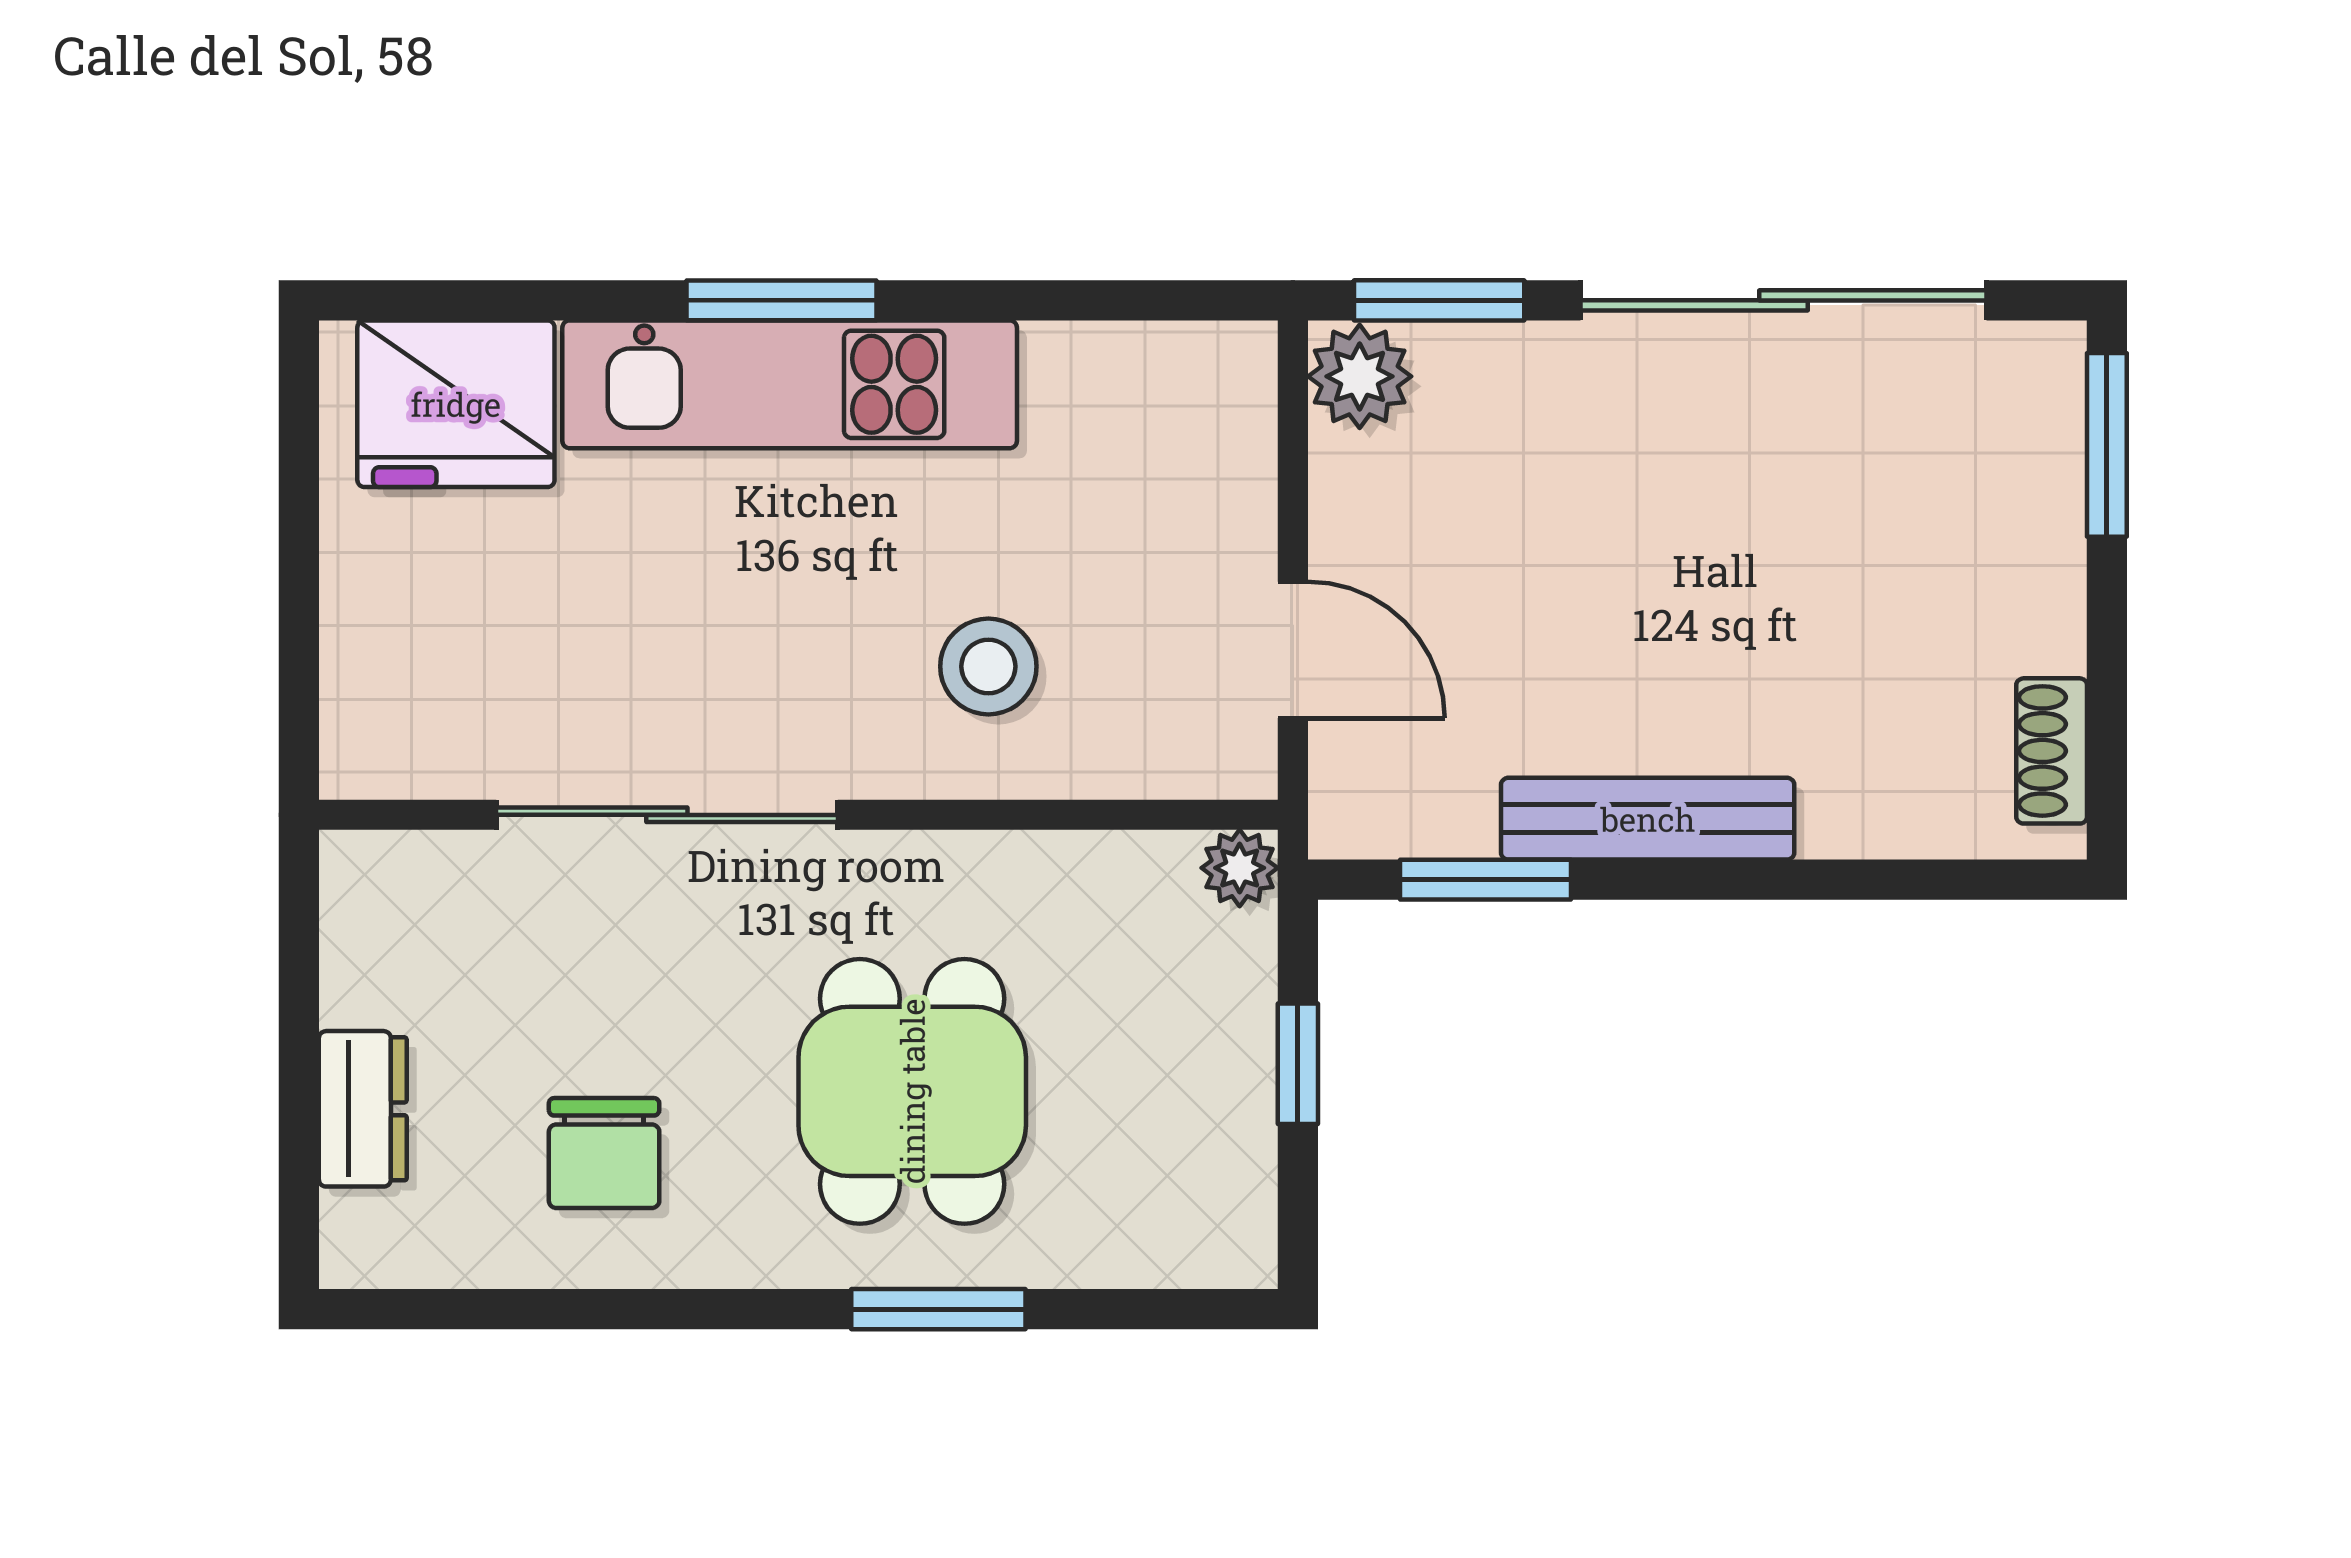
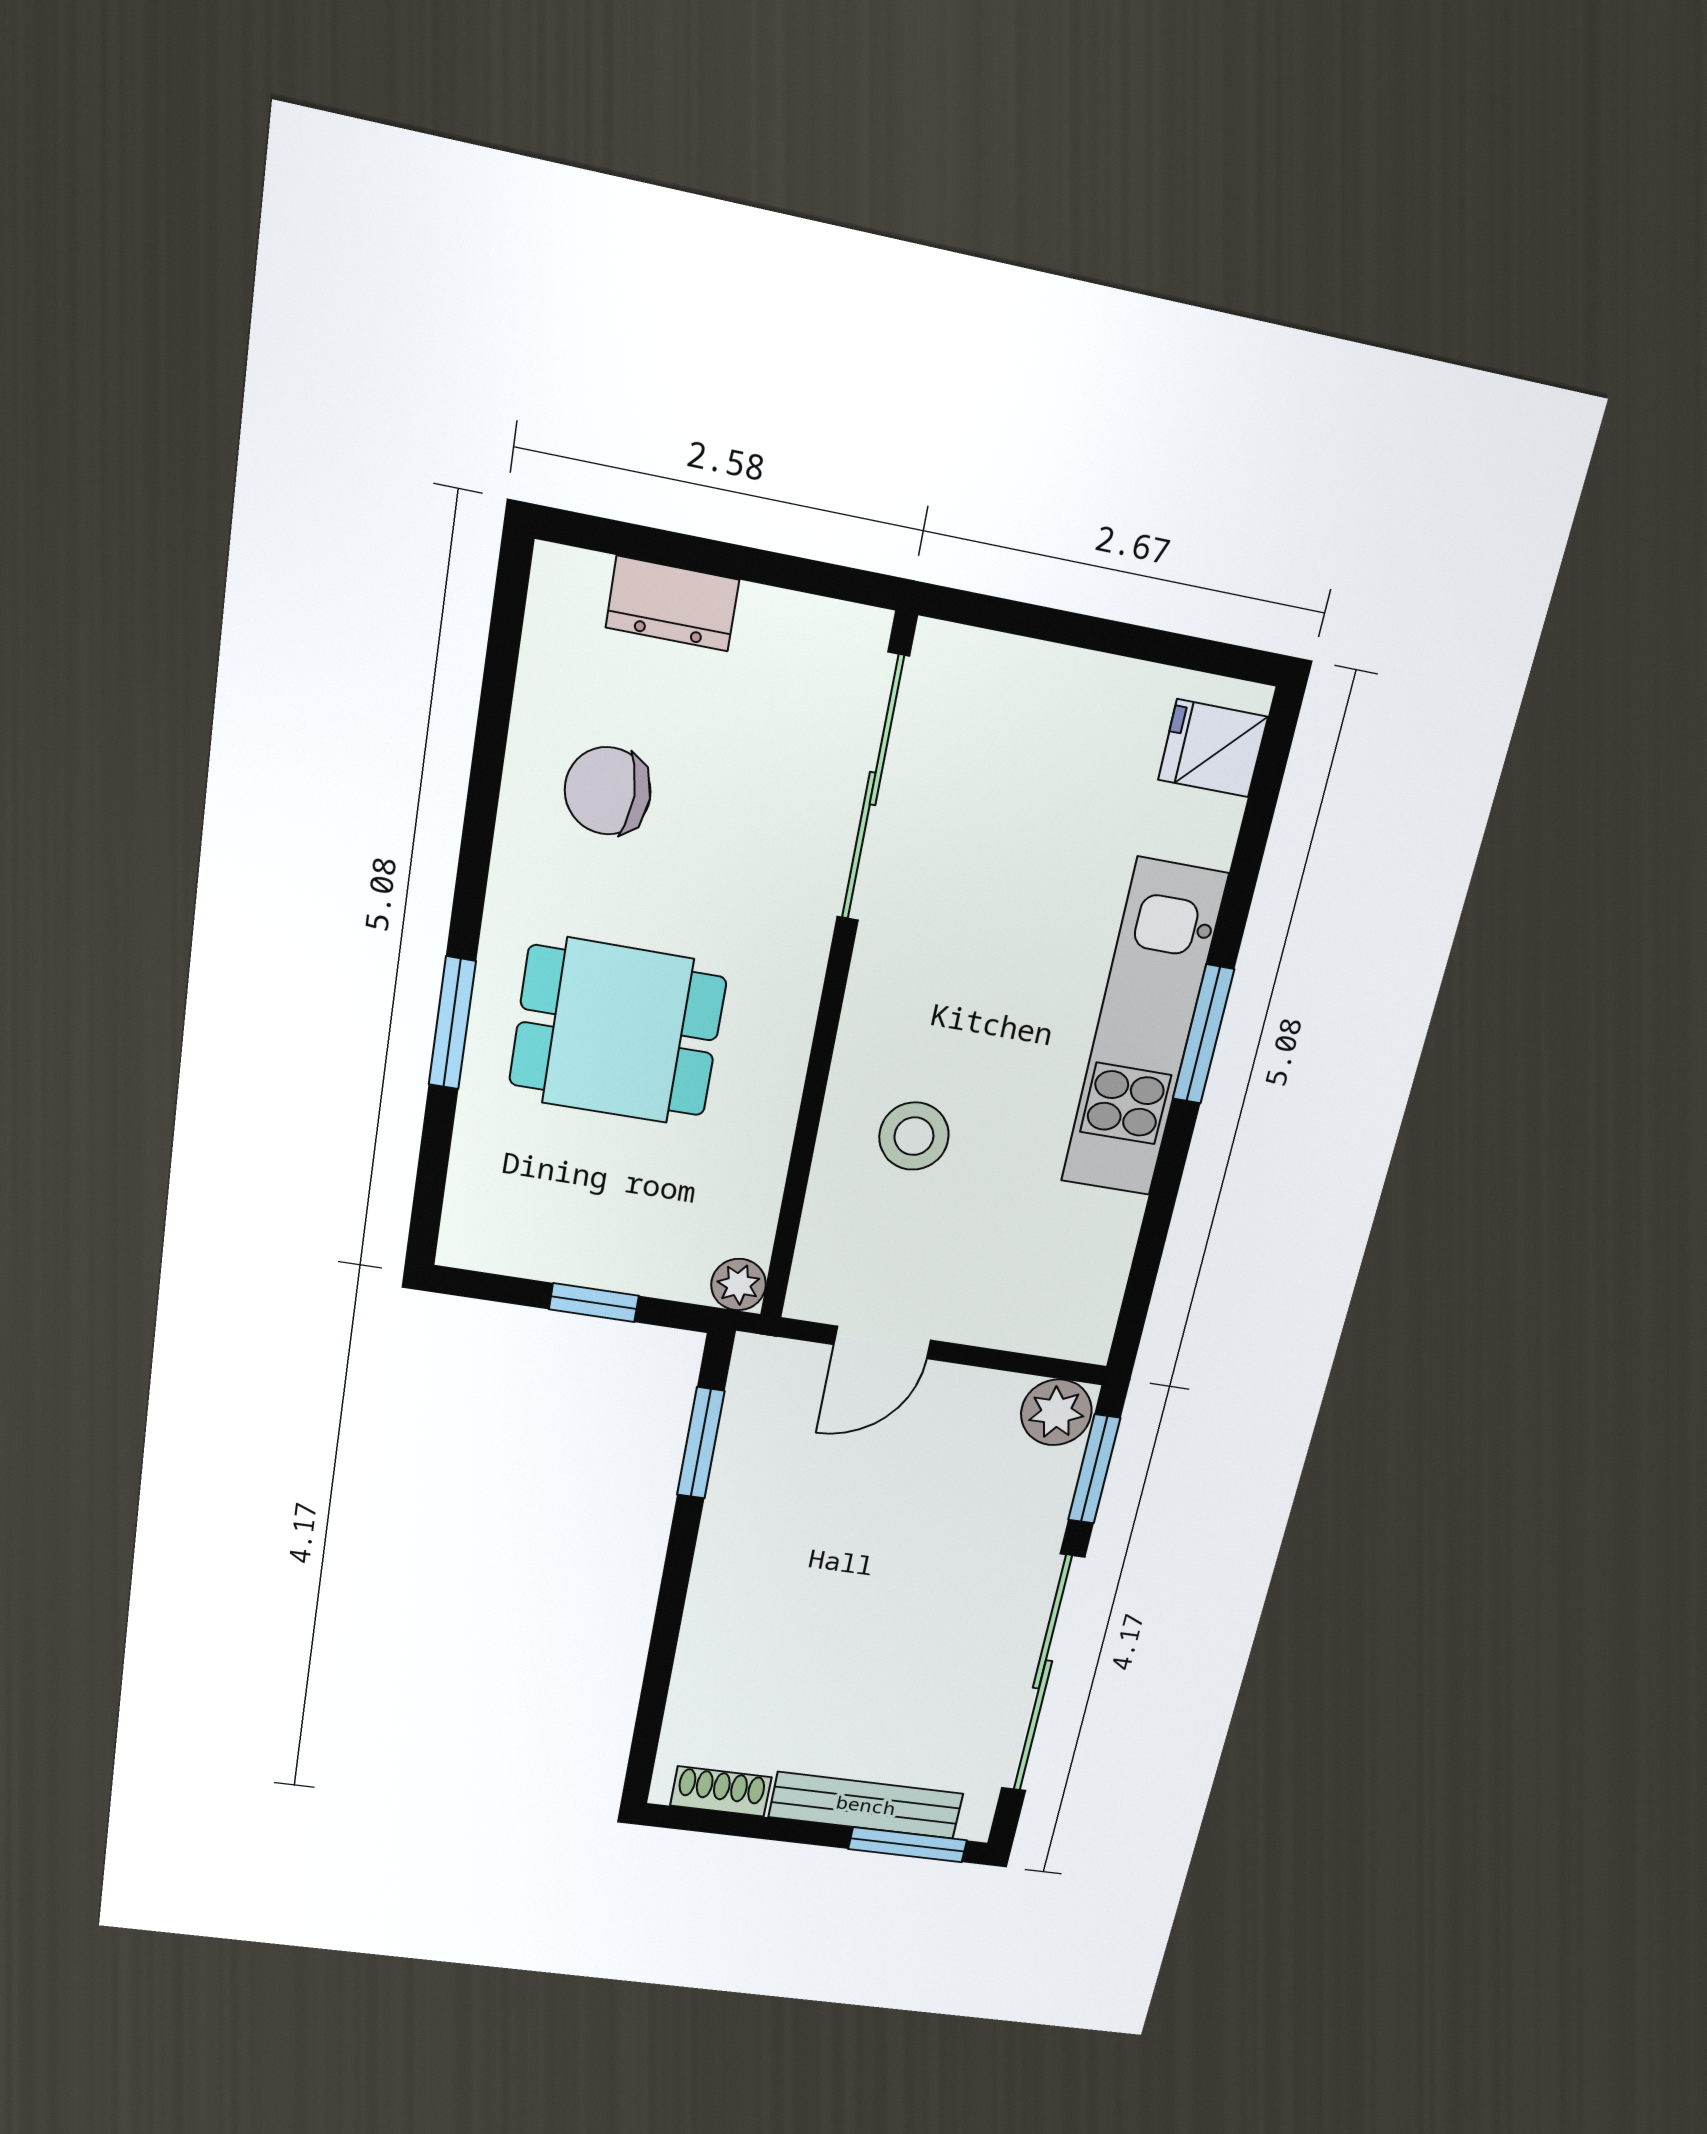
fridge: (456, 404) -> (1213, 748), width x0.53, depth x0.75
sliding door: (667, 815) -> (873, 789), moved
bench: (1648, 819) -> (866, 1805), moved, turned 90

